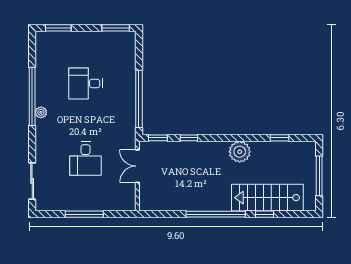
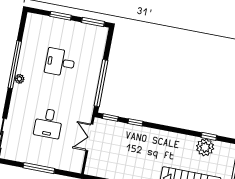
window: (58, 28) -> (61, 16), moved
plant: (240, 152) -> (205, 147), moved

